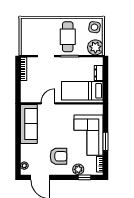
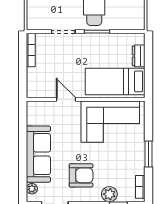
plant: (95, 47) -> (134, 19), removed
door: (48, 103) -> (66, 99), hinge flipped
sofa: (29, 124) -> (38, 154), moved
corner sofa: (89, 135) -> (110, 122), moved, turned -90

